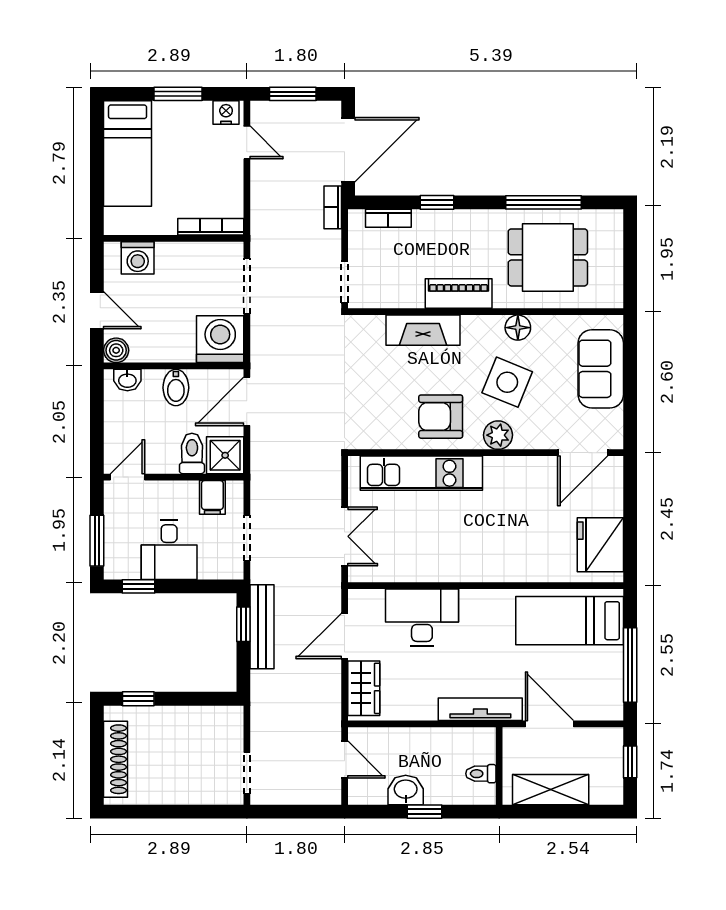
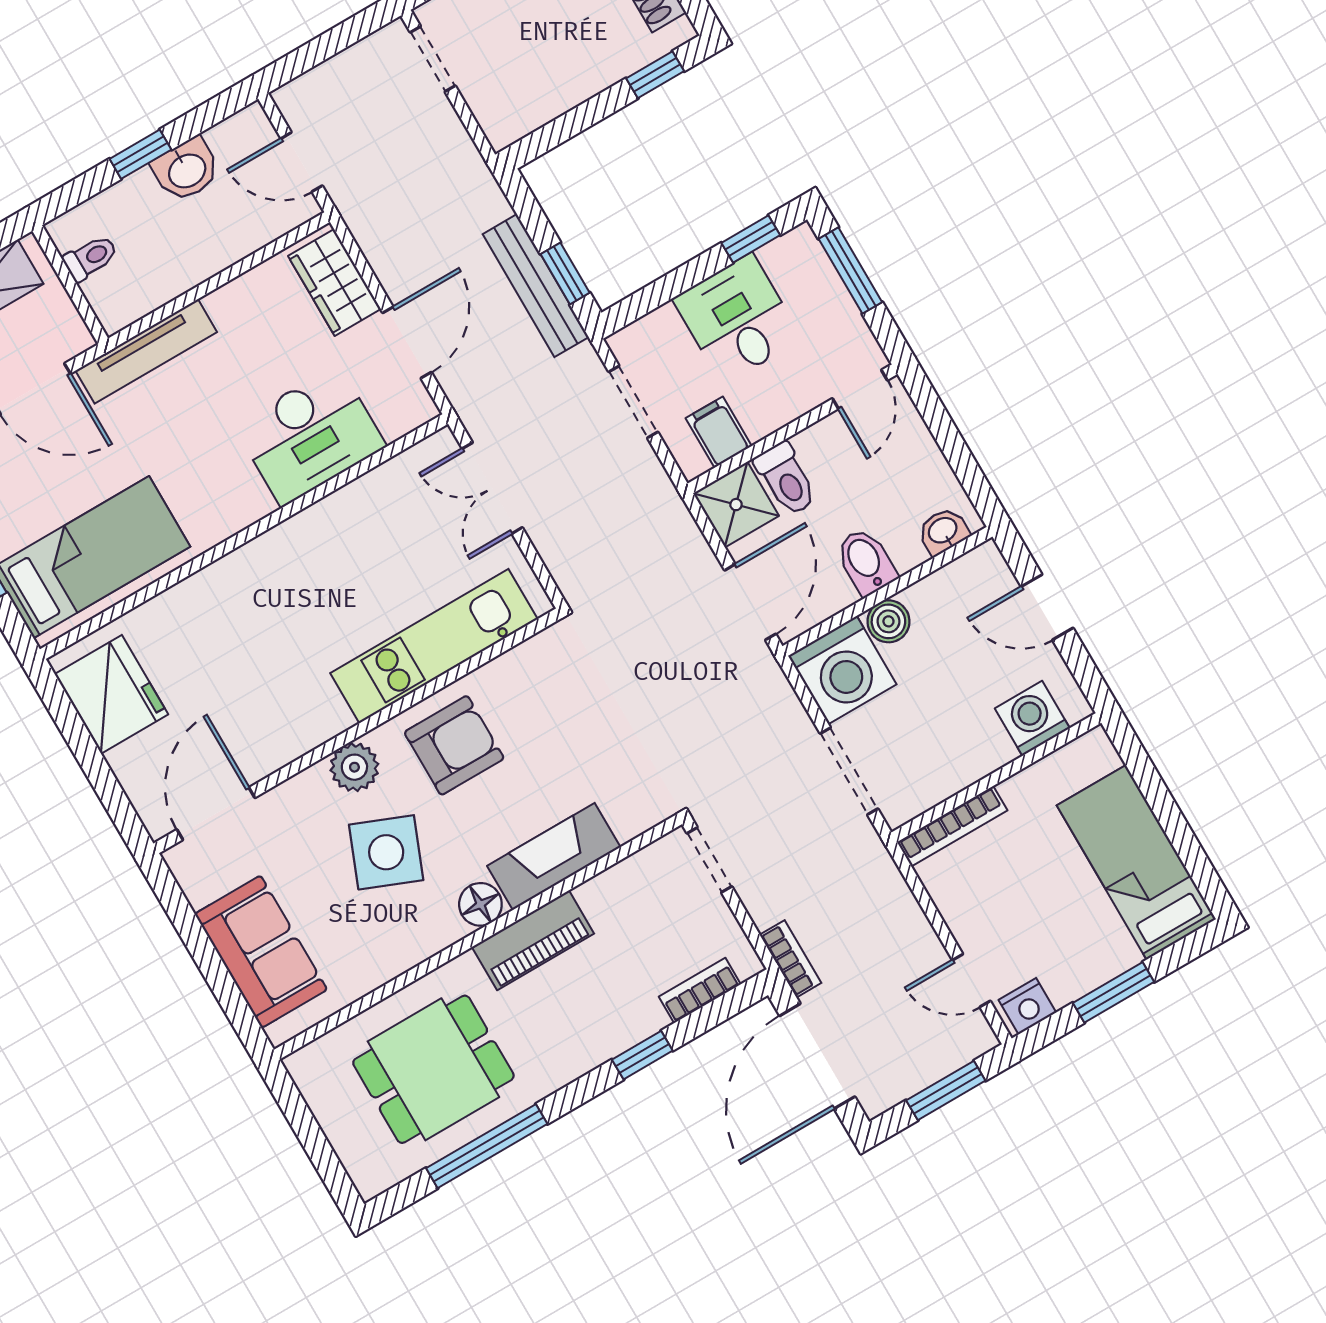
floor lamp: (518, 328) -> (480, 904), moved
boiler: (116, 350) -> (888, 621), moved

